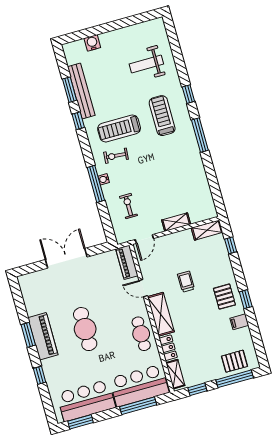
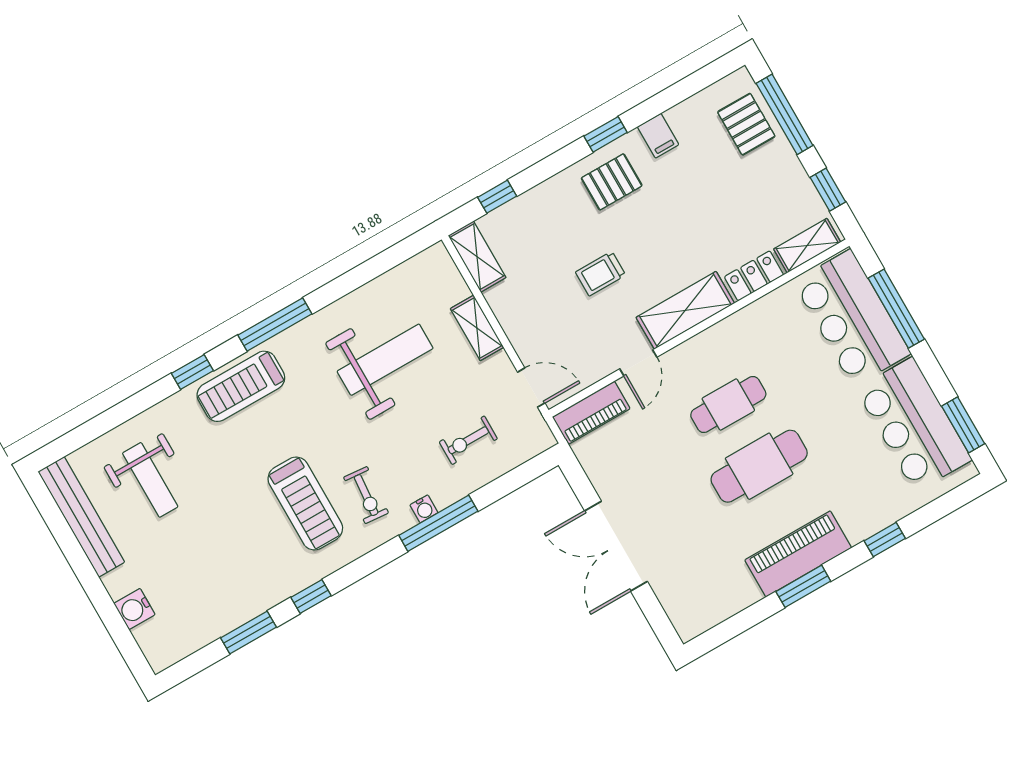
bench: (81, 91) -> (81, 517), moved, turned 90
treadmill: (162, 116) -> (241, 386), moved
weight bench: (172, 179) -> (385, 360), added
cafe table: (141, 334) -> (728, 405), moved

